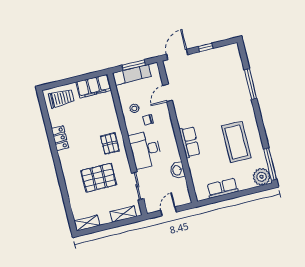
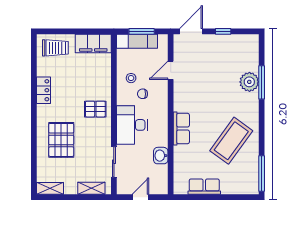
coffee table: (236, 142) -> (231, 141), turned 36
pallet: (110, 143) -> (95, 109), turned 90
plant: (262, 177) -> (249, 82), moved
pallet: (99, 178) -> (61, 140), moved, turned 90

